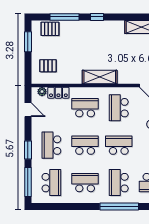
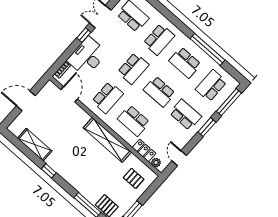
window: (97, 17) -> (49, 171), moved
shelving: (100, 77) -> (107, 140), width x1.47
school desk: (51, 145) -> (185, 115), turned -90
school desk: (119, 145) -> (133, 68), turned -90
window: (119, 206) -> (207, 49), moved

